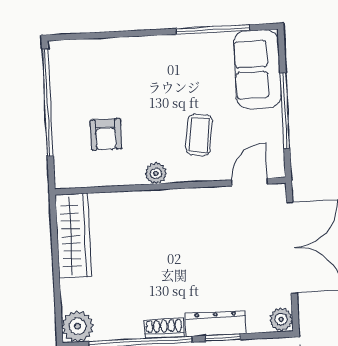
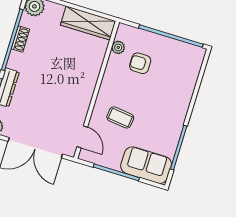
plant: (156, 173) -> (118, 47), moved
shoe rack: (164, 328) -> (20, 39), moved

